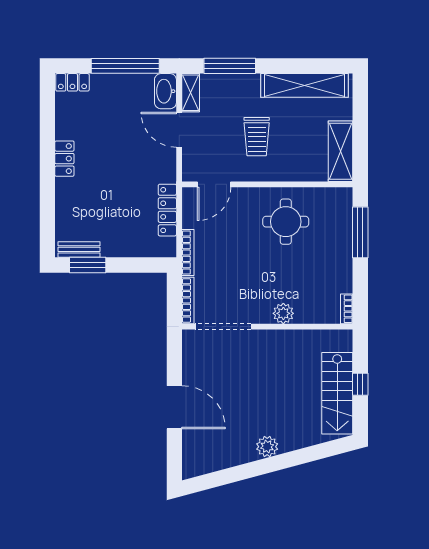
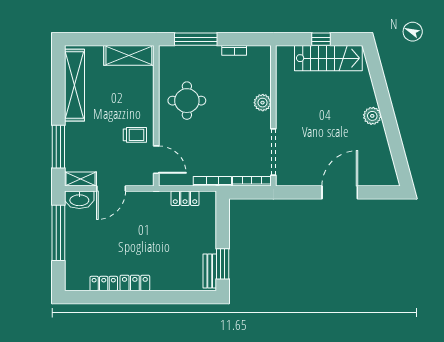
locker: (72, 82) -> (104, 284), moved, turned -90
trolley: (257, 137) -> (135, 135), moved, width x0.73, depth x0.72
locker: (167, 210) -> (185, 198), width x0.66
bookcase: (347, 309) -> (234, 50), moved

